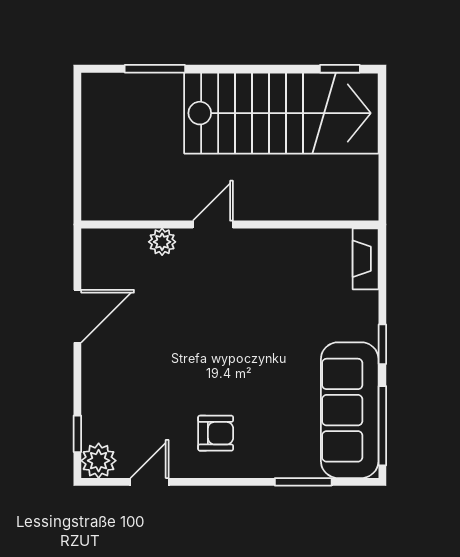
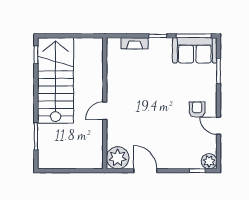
door: (213, 224) -> (105, 111), hinge flipped
plant: (162, 242) -> (118, 158), moved, width x1.88, depth x1.88
fireplace: (366, 259) -> (135, 43), moved
sofa: (350, 410) -> (195, 50), width x0.73
door: (149, 482) -> (219, 126), moved

